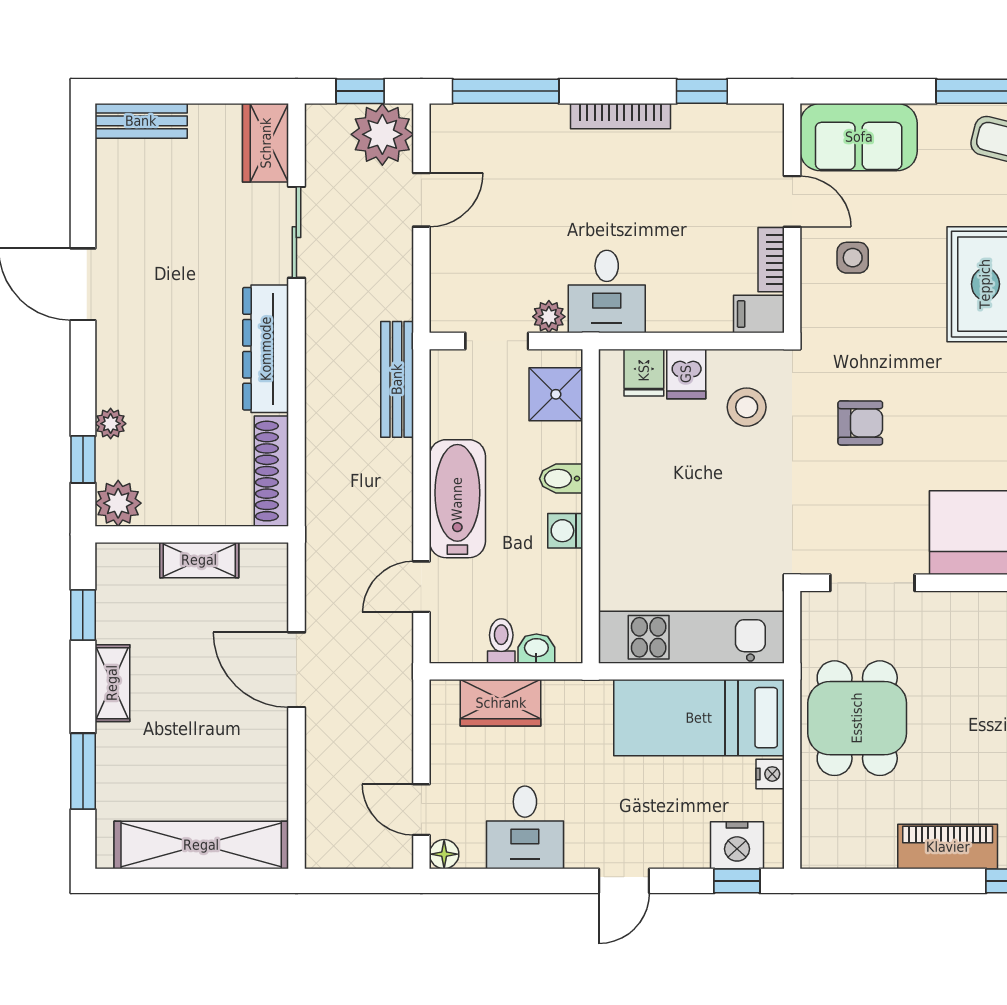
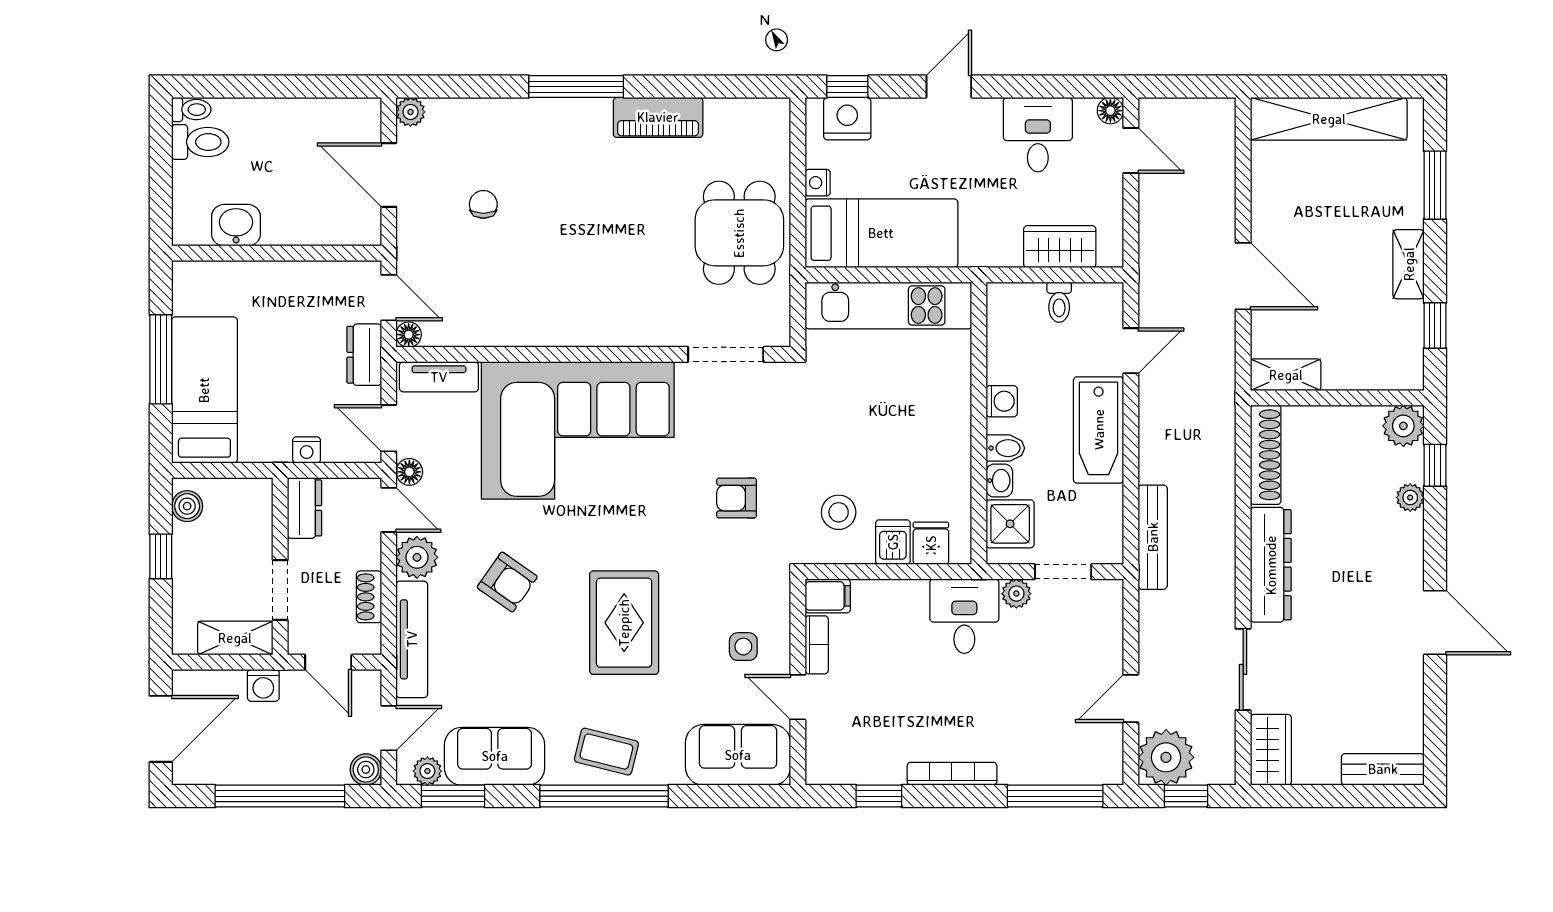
shelving: (199, 560) -> (1286, 375), moved
washbasin: (536, 649) -> (999, 481), moved, turned -90

